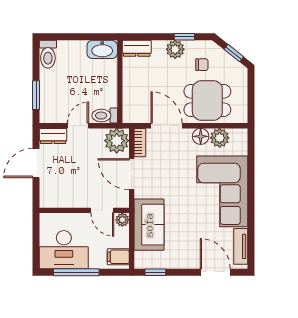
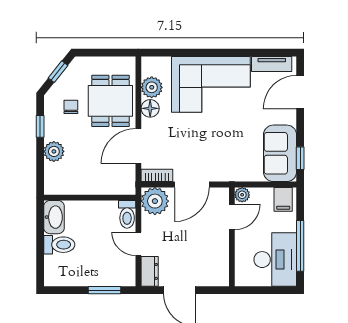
dresser: (137, 48) -> (53, 179), removed
plant: (175, 49) -> (54, 151), moved
toilet: (48, 54) -> (59, 245), moved
sofa: (149, 225) -> (280, 153), moved, turned -90

